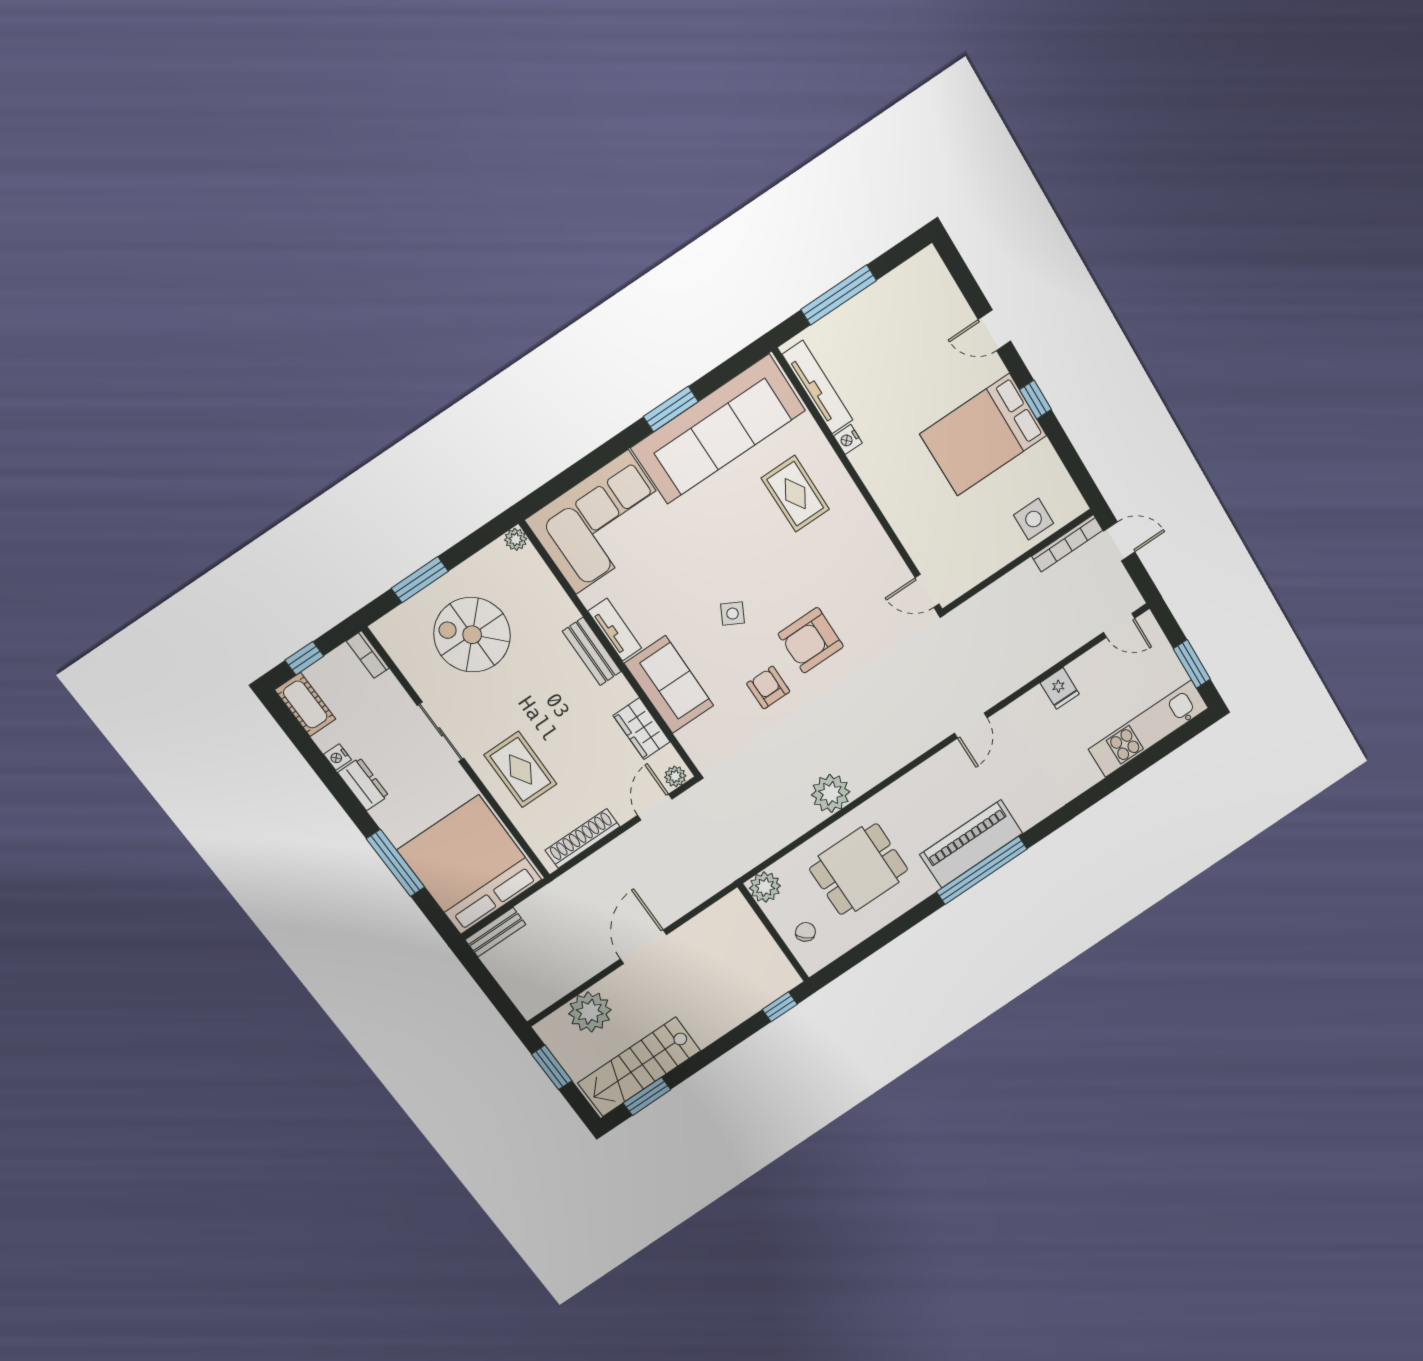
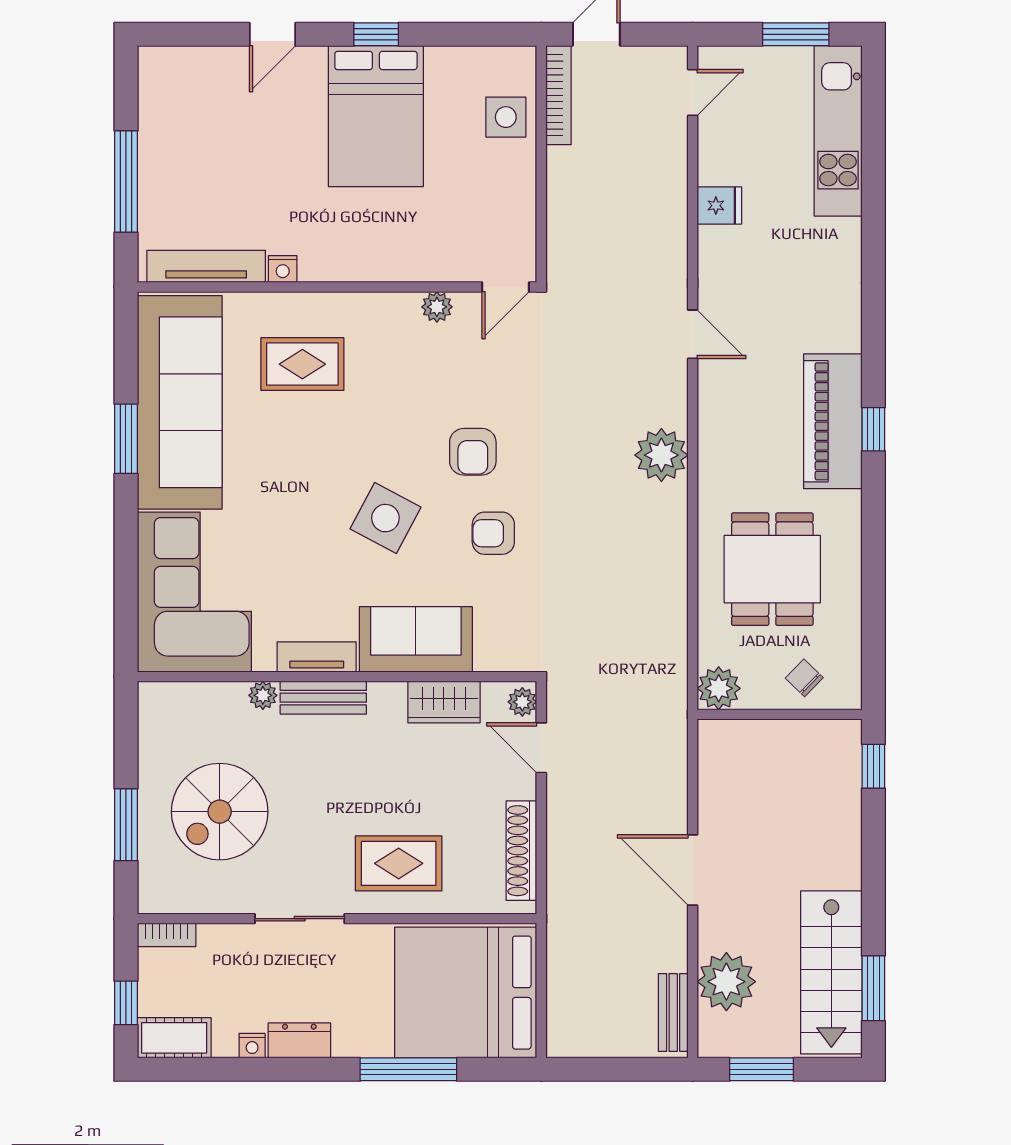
plant: (516, 539) -> (263, 695), moved
plant: (887, 556) -> (437, 307), added
side table: (733, 614) -> (385, 518), width x1.87, depth x1.87
armchair: (811, 640) -> (473, 452), width x0.72, depth x0.72
plant: (831, 793) -> (661, 455), moved
window: (982, 870) -> (873, 429), width x0.32
bench: (495, 932) -> (673, 1012), moved

